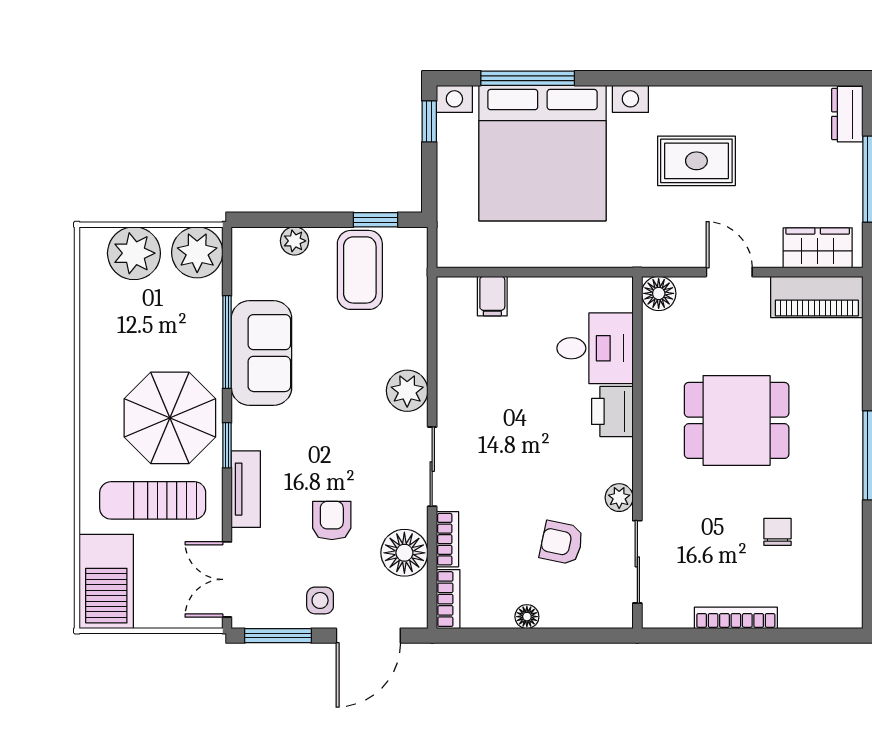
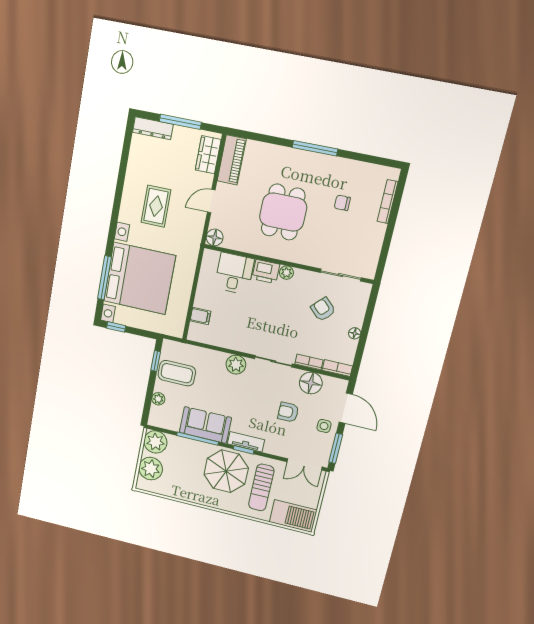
dresser: (847, 114) -> (153, 128), width x1.44
tv unit: (246, 489) -> (246, 442), moved
plant: (619, 498) -> (286, 273), moved
armchair: (561, 543) -> (323, 309), turned 122
bookcase: (736, 618) -> (388, 202), moved

